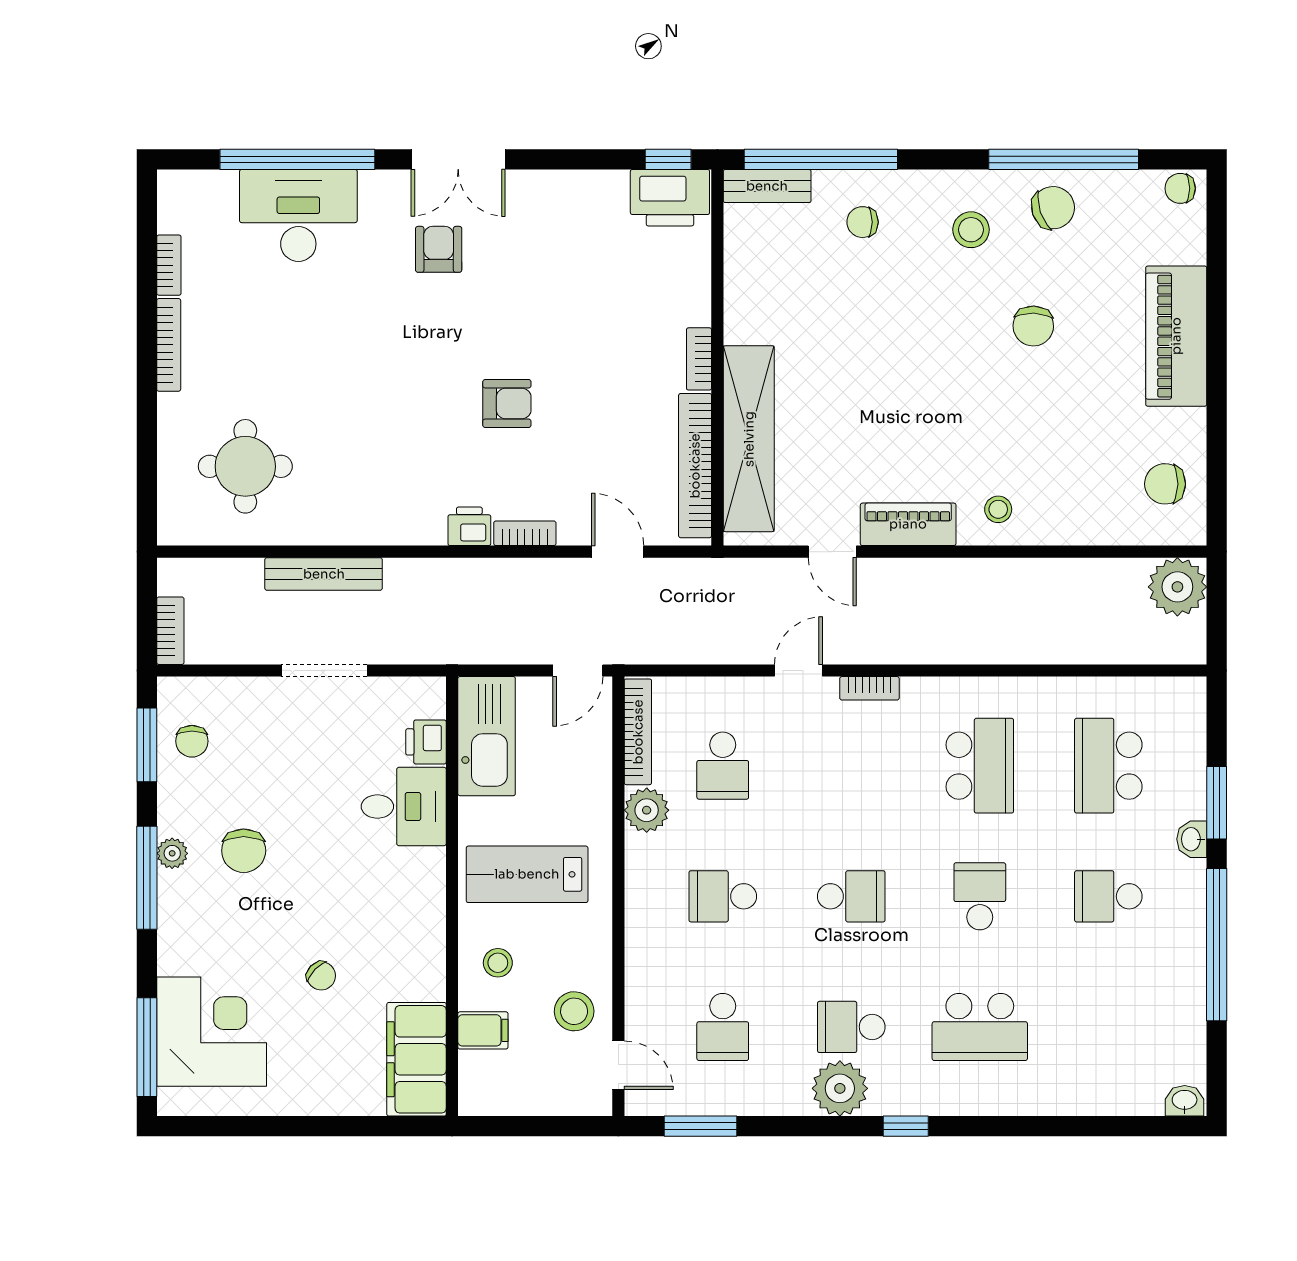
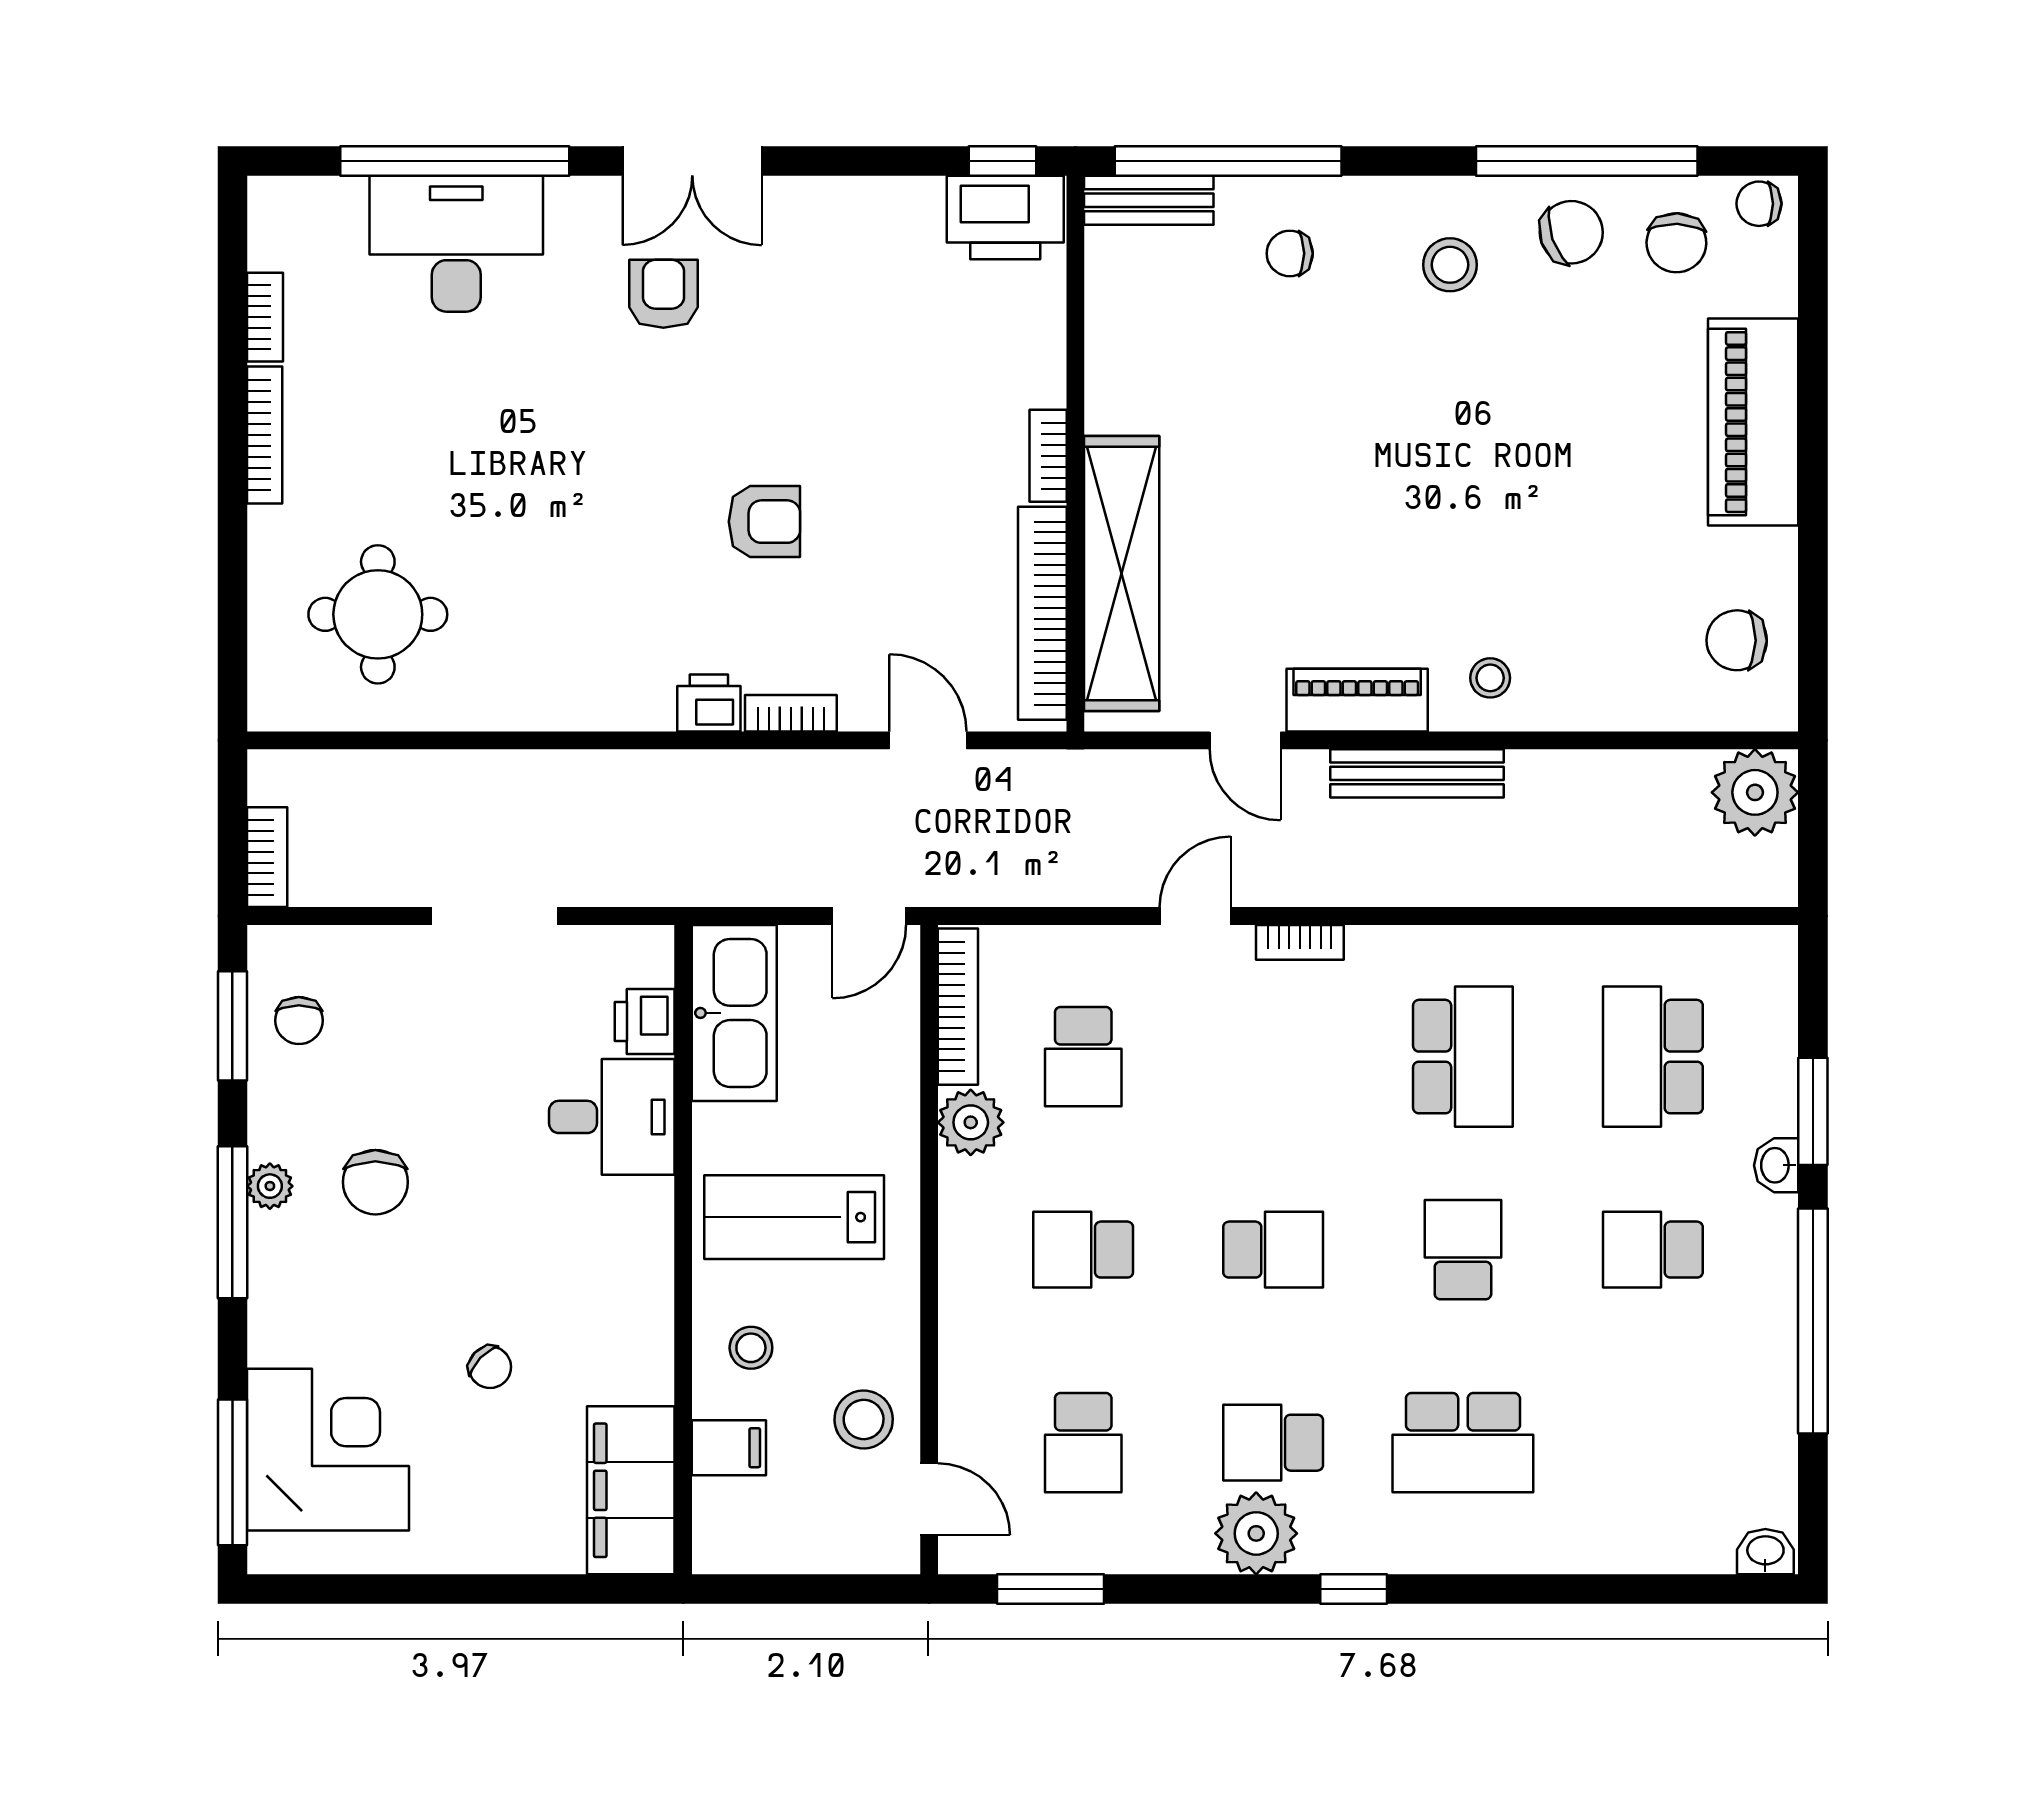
chair: (1033, 326) -> (1676, 243), moved
bench: (324, 574) -> (1417, 773), moved

